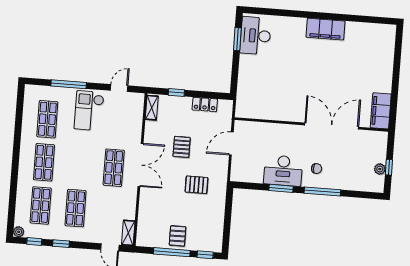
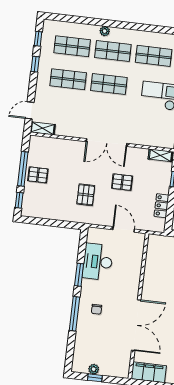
shop shelf: (114, 168) -> (109, 84), moved
desk: (283, 171) -> (98, 262), moved
plant: (19, 232) -> (105, 31), moved

